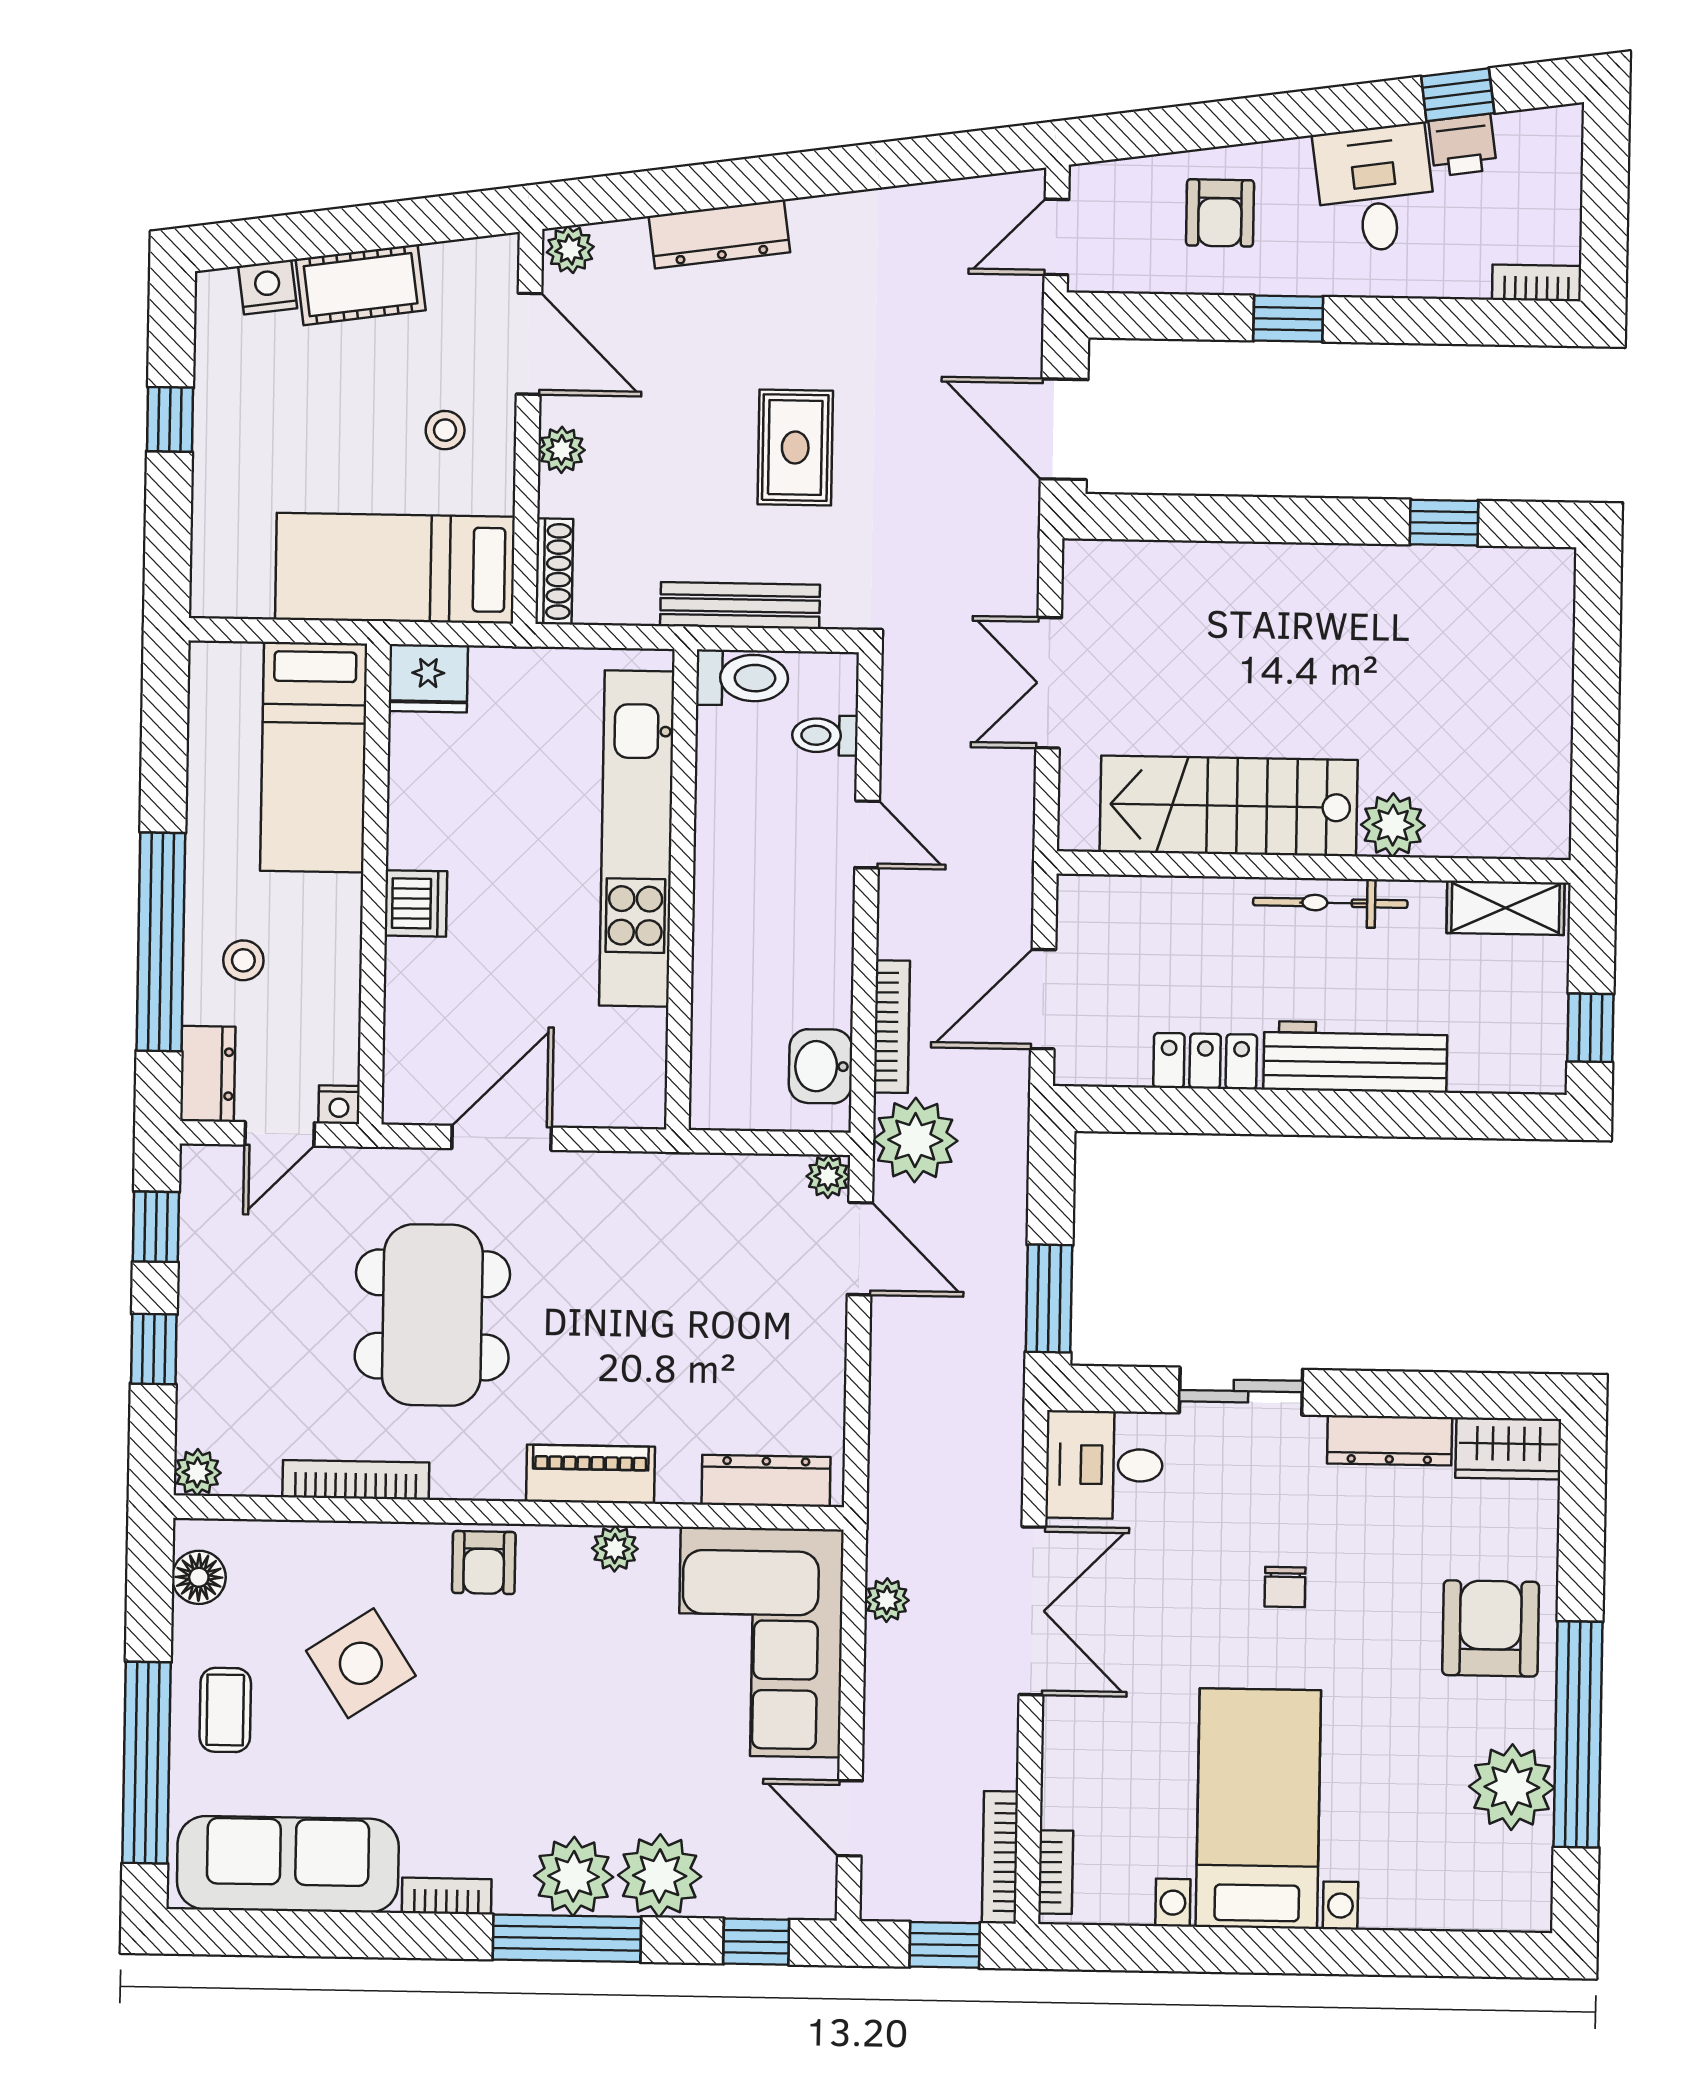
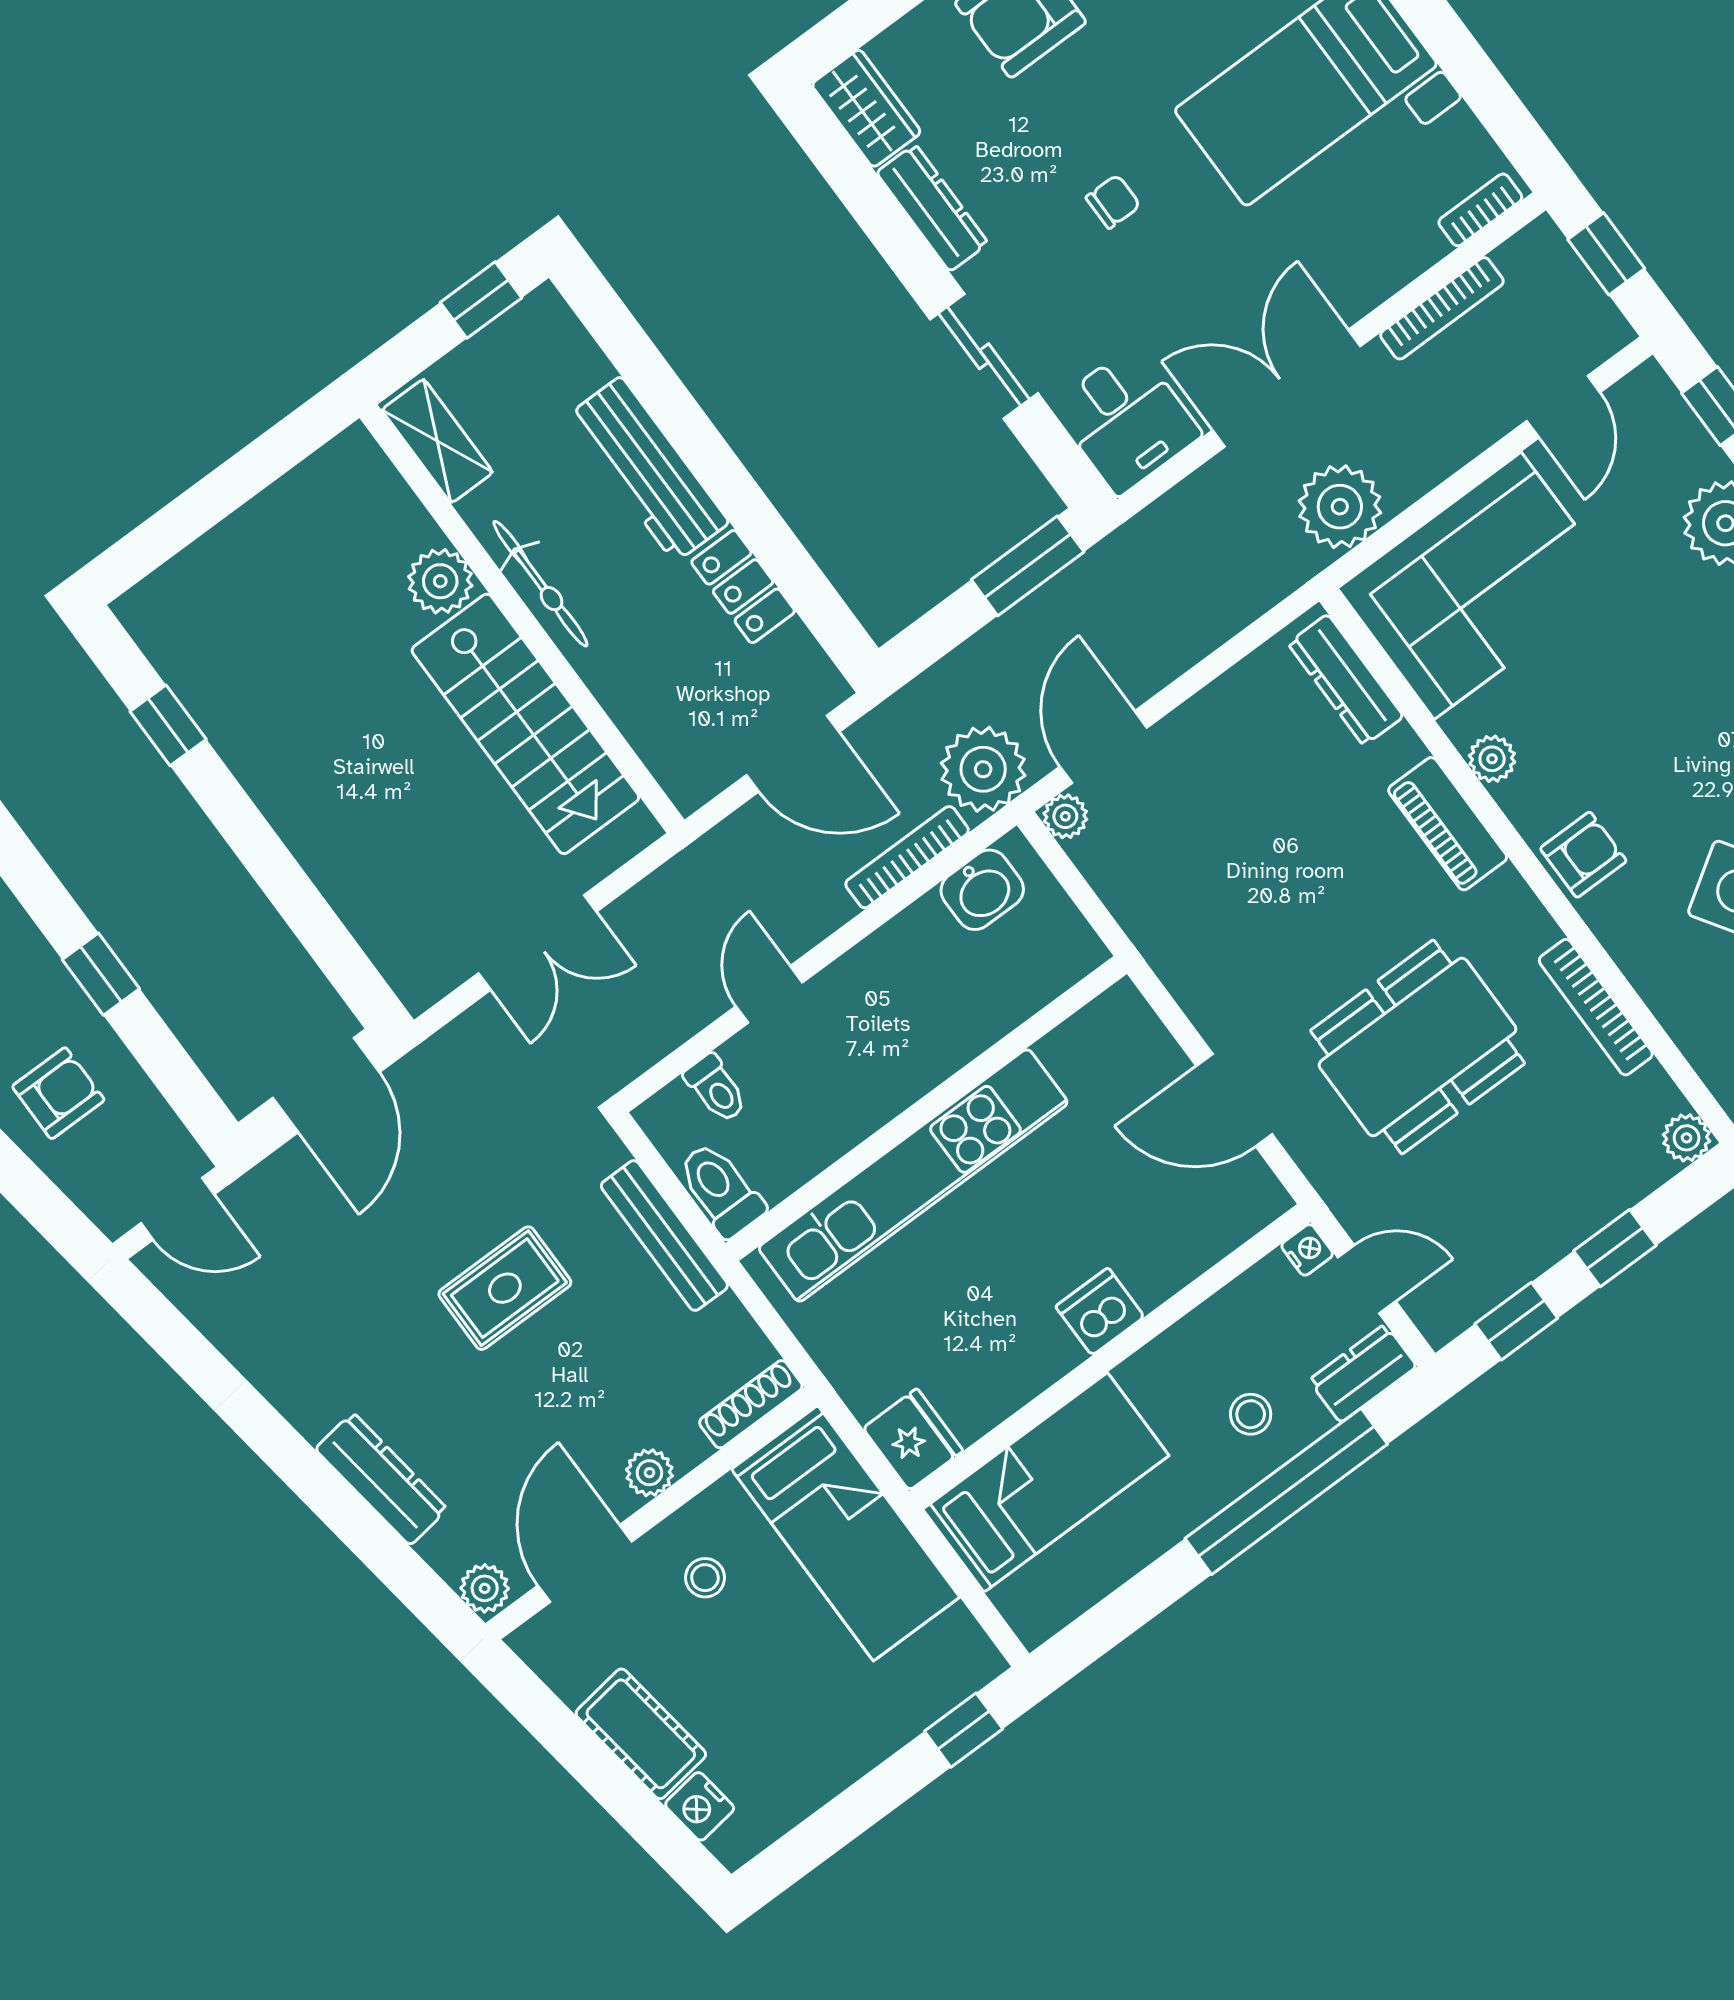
window: (170, 419) -> (964, 1730), moved
plant: (887, 1600) -> (1340, 507), width x1.88, depth x1.88
bookcase: (1000, 1857) -> (1442, 308), moved

